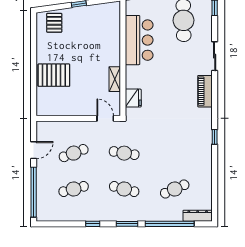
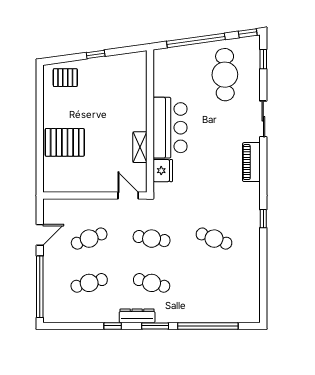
pallet: (54, 23) -> (65, 78), turned 90
bar counter: (139, 40) -> (170, 128), moved
cafe table: (175, 189) -> (214, 239), moved, turned 45
dresser: (198, 216) -> (137, 316), moved

